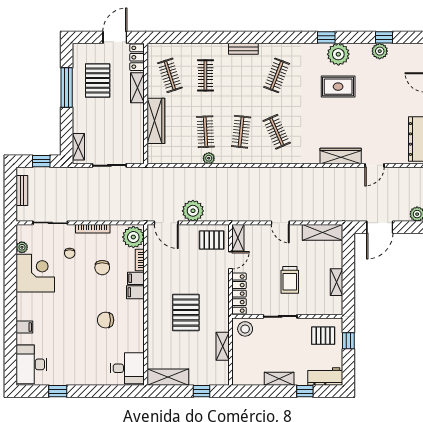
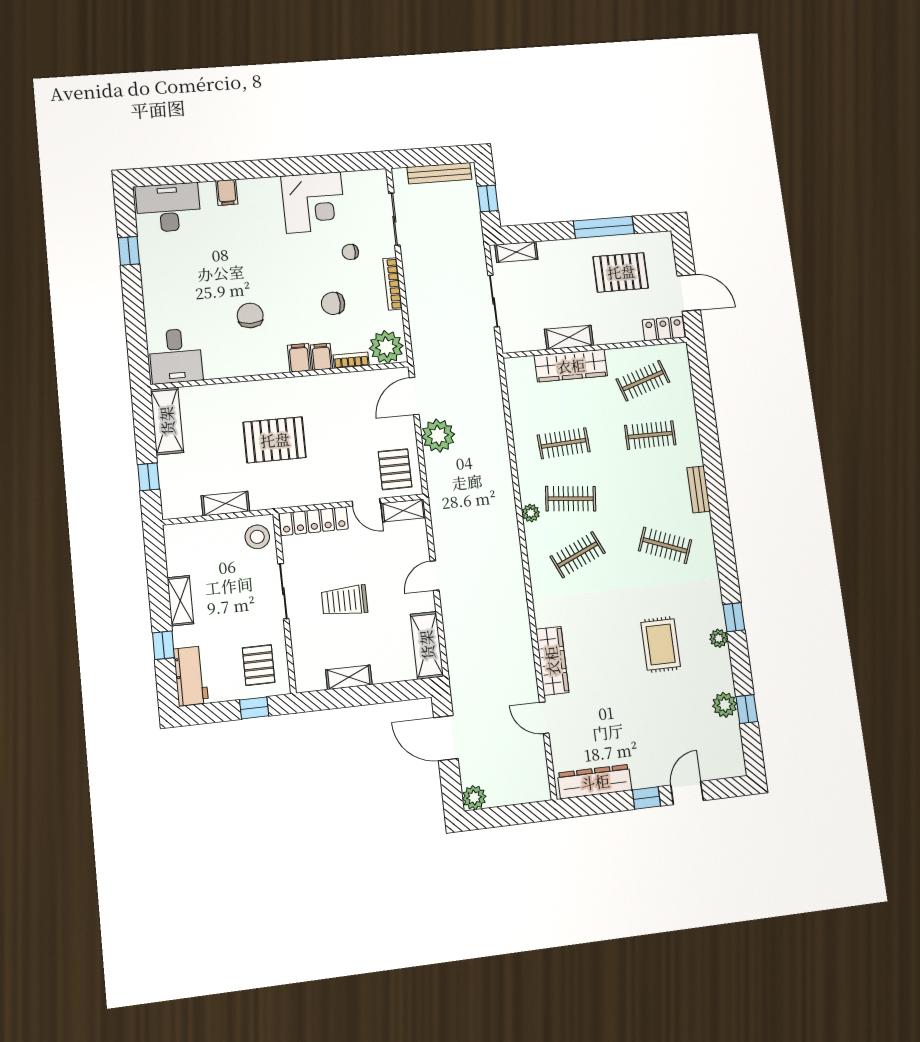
plant: (338, 54) -> (719, 638), width x0.53, depth x0.53
shelving: (137, 88) -> (569, 337), moved
plant: (209, 158) -> (531, 513), moved
bench: (22, 191) -> (439, 173), width x1.36
plant: (22, 247) -> (352, 179), removed

